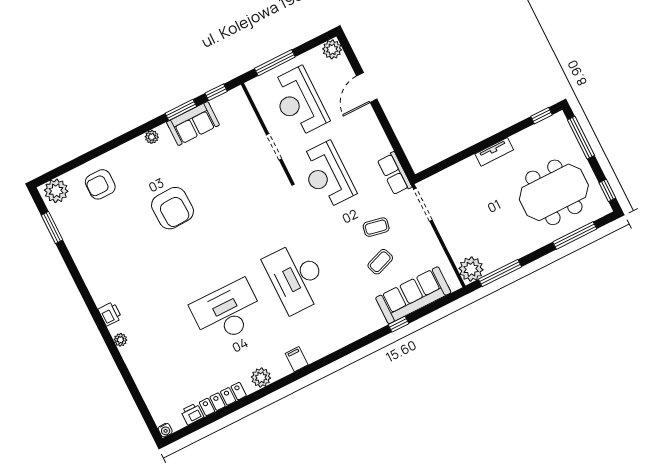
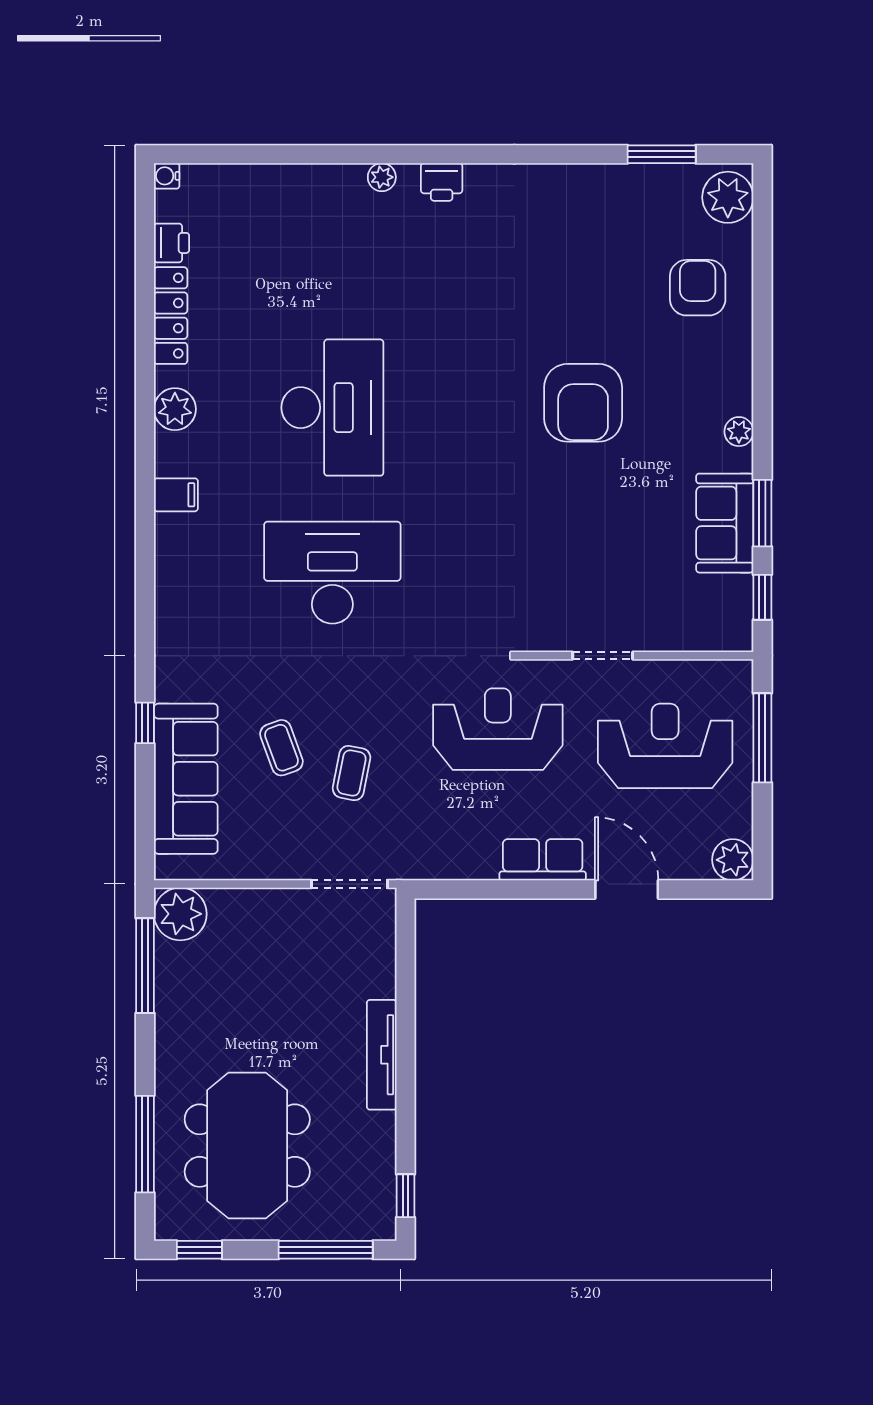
tv unit: (494, 152) -> (382, 1055), width x1.41
row of seats: (395, 173) -> (543, 860), moved
armchair: (173, 208) -> (583, 403), turned -88

